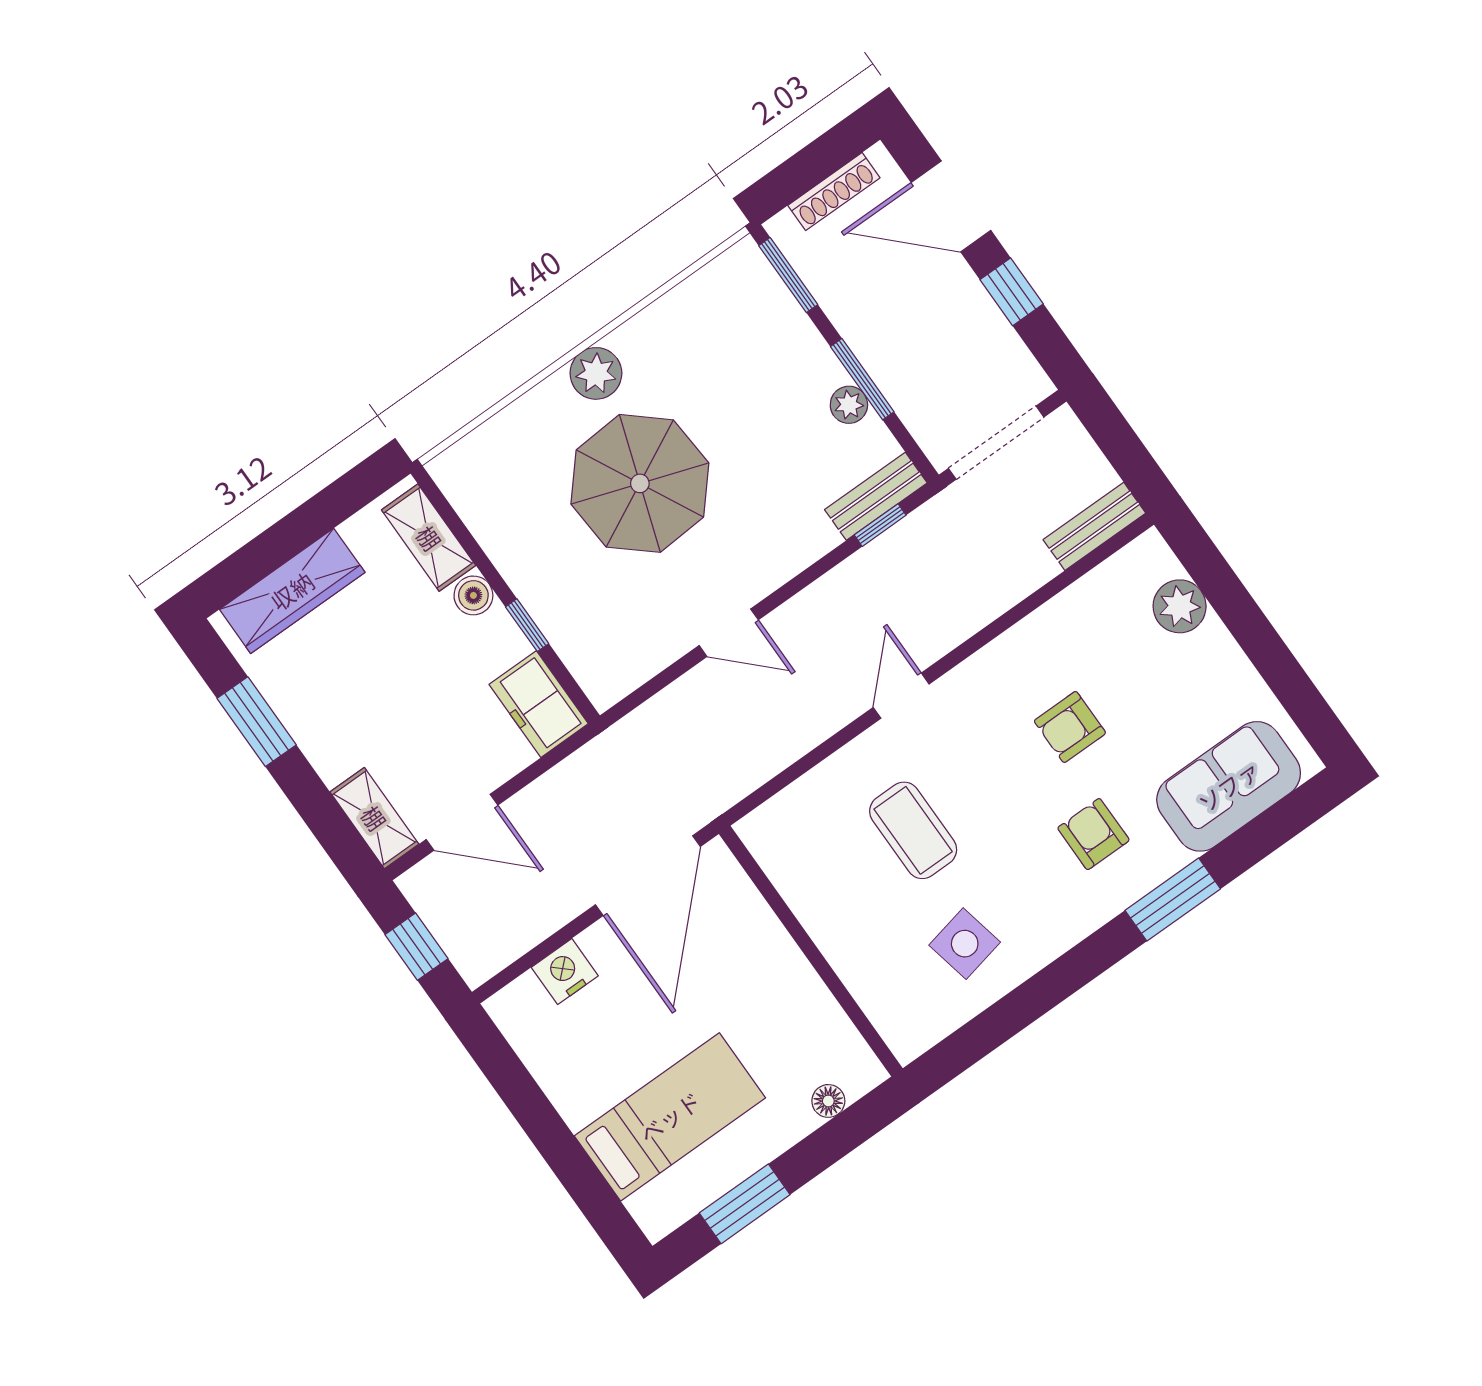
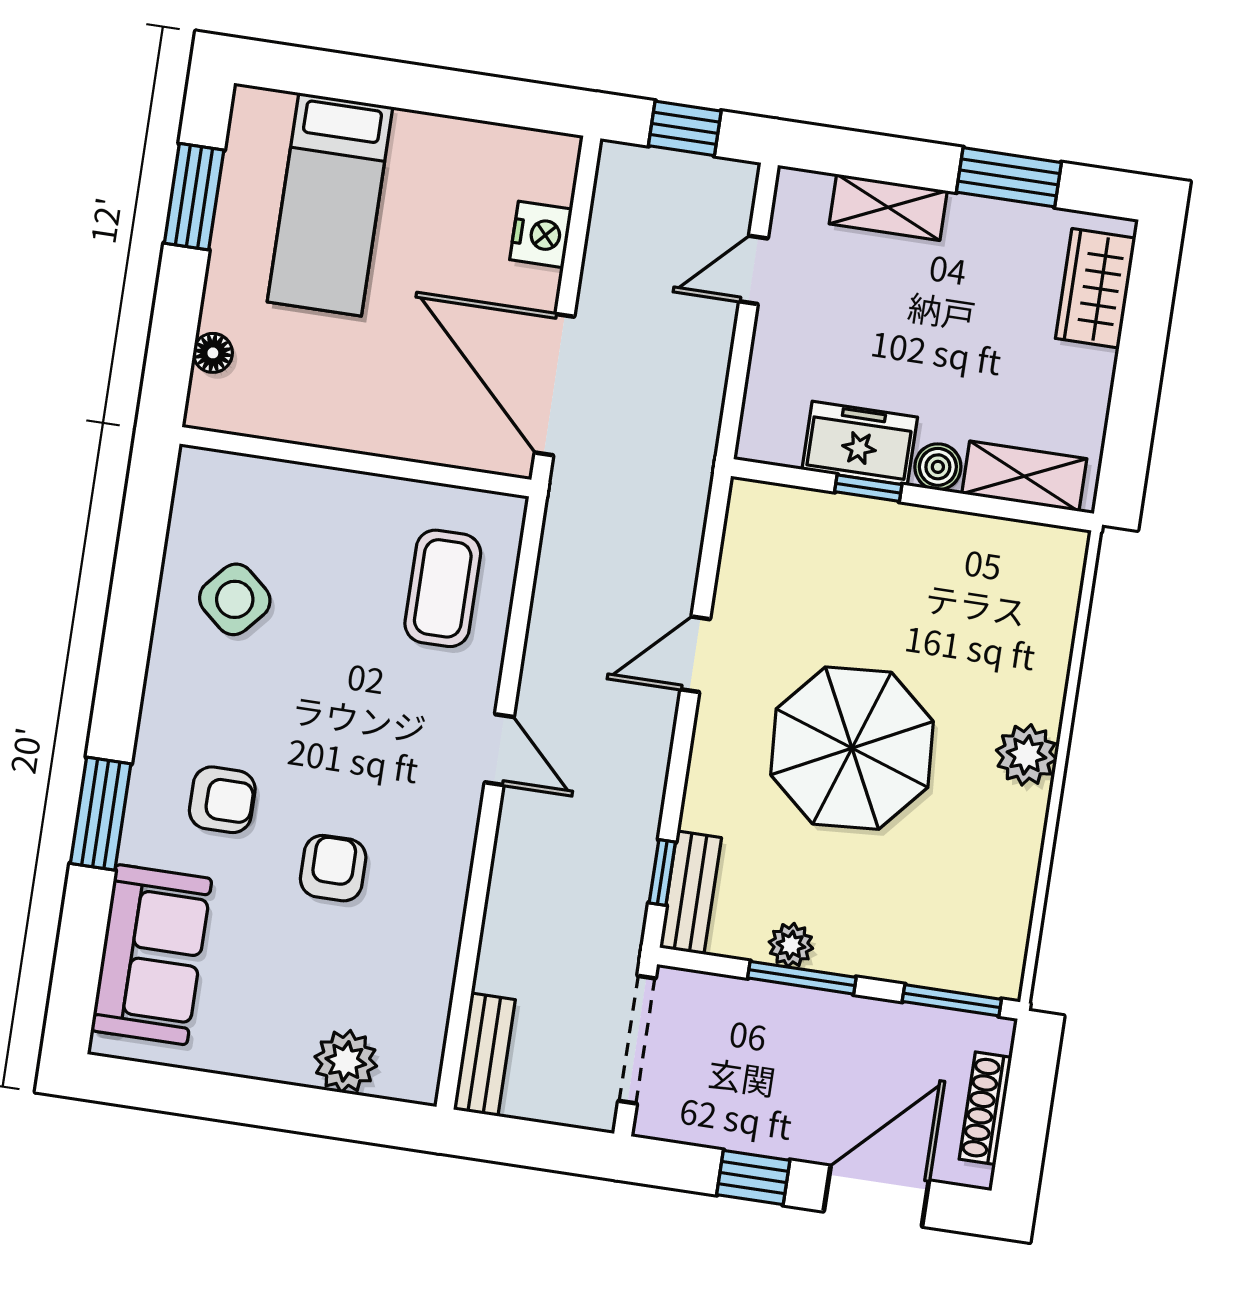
parasol: (640, 483) -> (852, 748), moved
wardrobe: (292, 591) -> (1096, 288), width x0.67
freezer: (539, 704) -> (860, 443), moved
shelving: (374, 818) -> (888, 207), moved
door: (462, 822) -> (753, 270), width x0.73
coffee table: (913, 830) -> (443, 588), moved, turned 90
side table: (965, 944) -> (235, 599), turned -37

